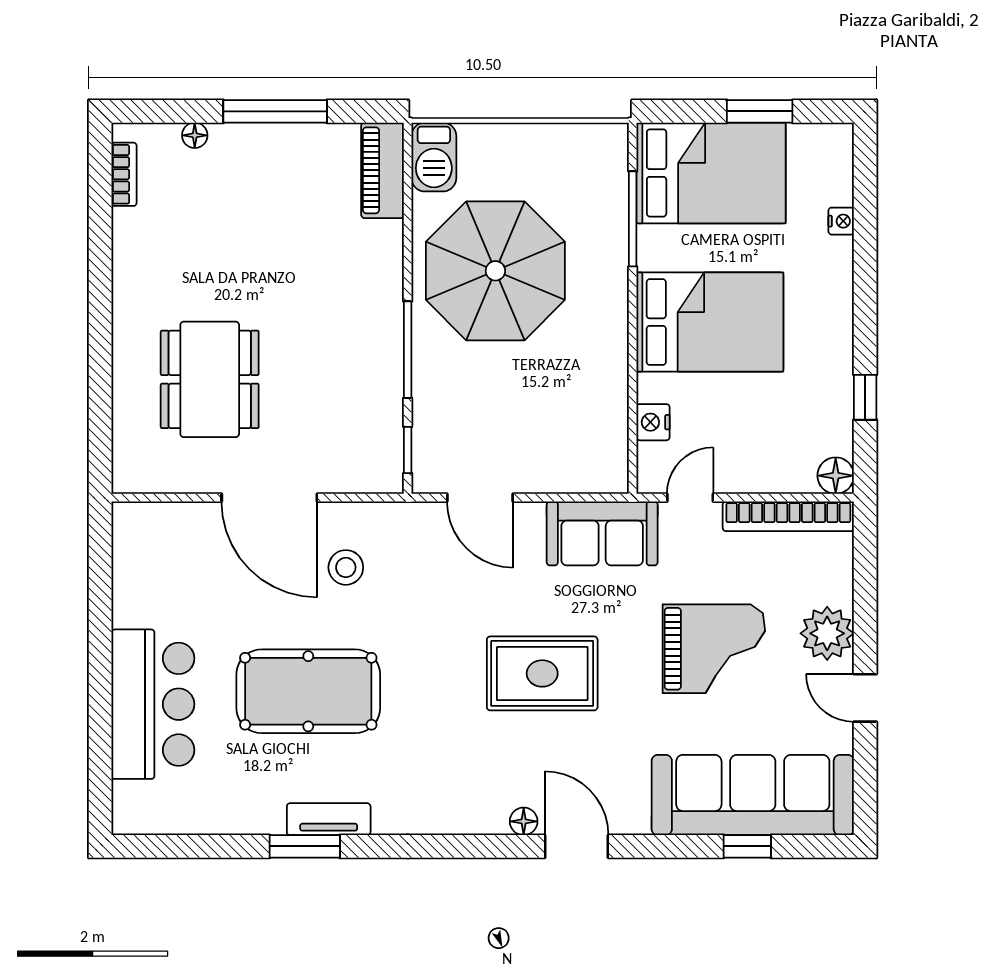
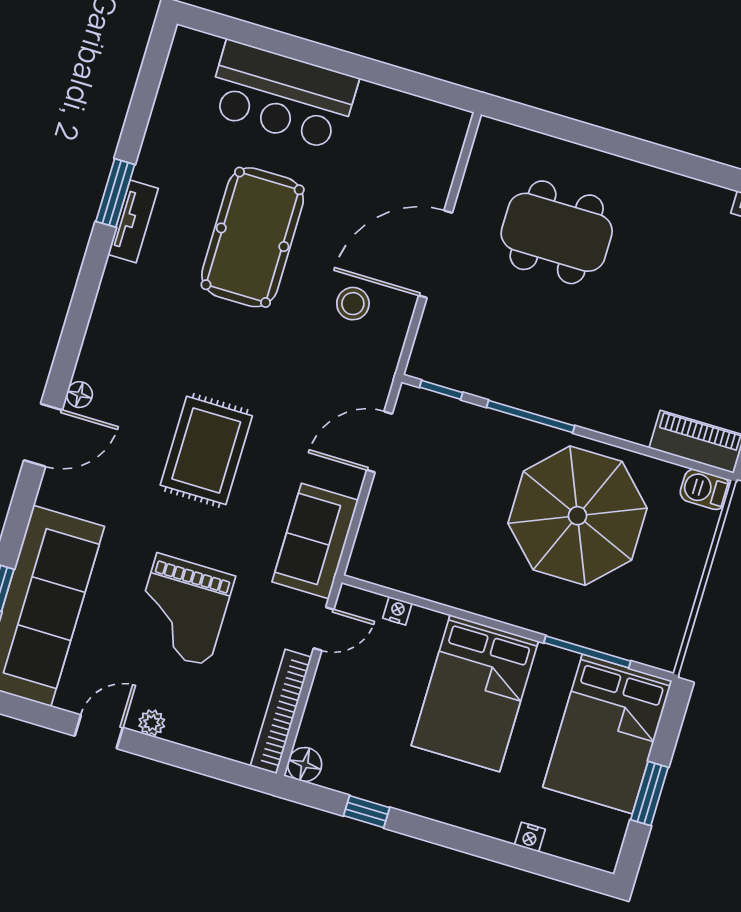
barbecue: (434, 157) -> (705, 489), width x0.73, depth x0.79
nightstand: (653, 422) -> (397, 611), width x0.72, depth x0.74
door: (690, 498) -> (324, 629), hinge flipped
plant: (827, 633) -> (152, 723), width x0.53, depth x0.53

